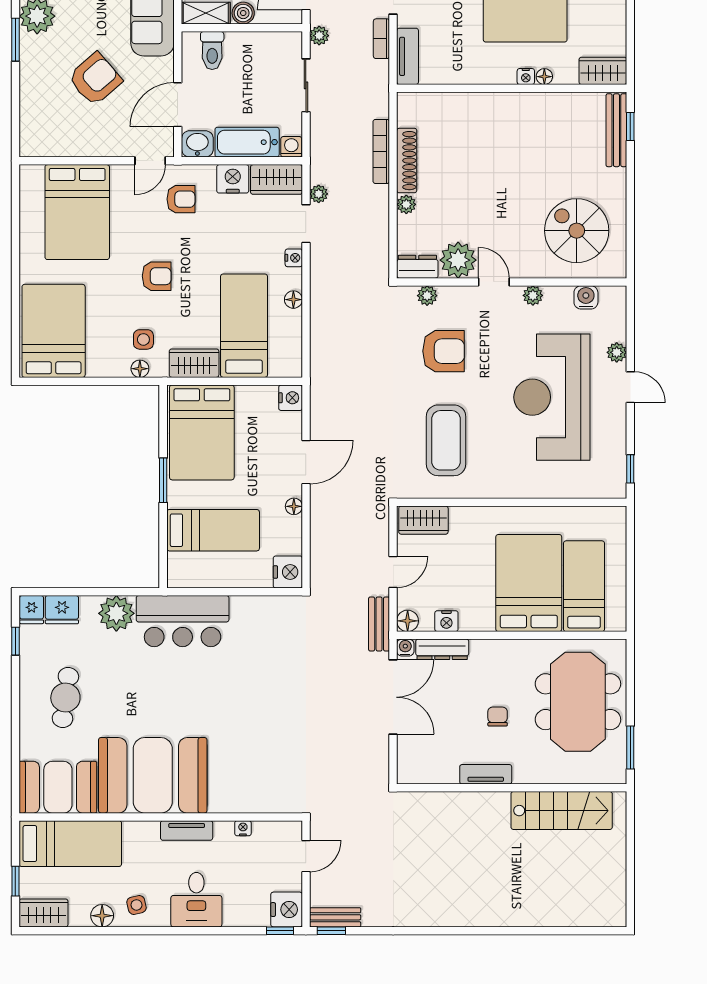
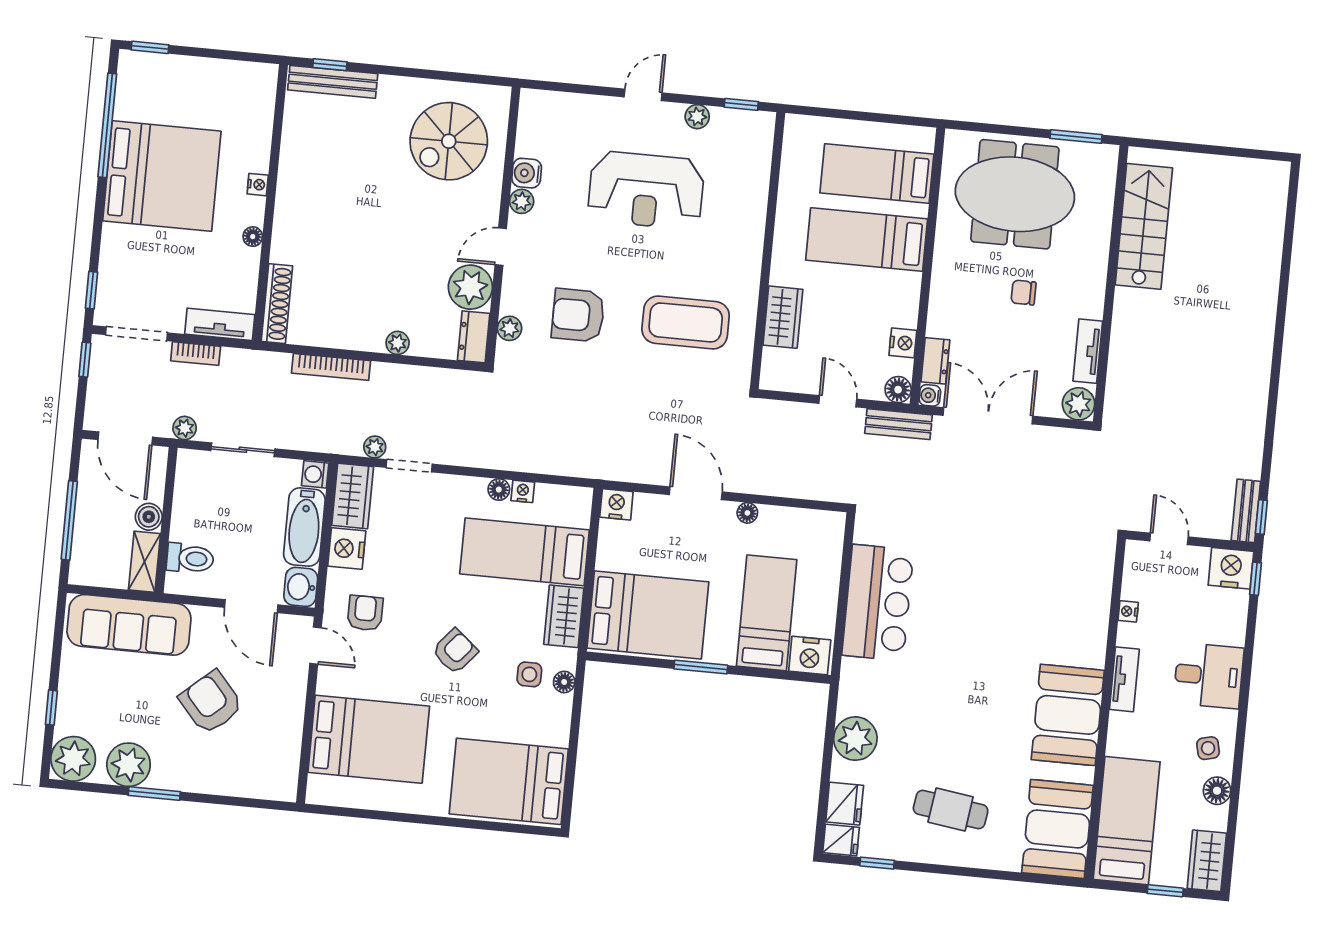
wardrobe: (603, 71) -> (260, 91), removed
floor lamp: (544, 77) -> (253, 237), moved
shoe rack: (407, 161) -> (277, 304), moved, turned 90
nightstand: (294, 258) -> (523, 491), moved
armchair: (157, 276) -> (455, 651), turned 40
water cooler: (586, 297) -> (527, 173), moved
armchair: (444, 351) -> (578, 315), turned -90
plant: (617, 352) -> (697, 117), moved
reception desk: (552, 397) -> (646, 190), width x0.74, depth x0.77
wardrobe: (423, 520) -> (783, 317), moved
nightstand: (288, 572) -> (810, 656), moved, turned 180
bed: (529, 583) -> (867, 240), width x0.67
bar counter: (183, 621) -> (878, 603), moved
dresser: (442, 649) -> (935, 361), width x0.70
plant: (410, 771) -> (1079, 404), added
tv unit: (486, 774) -> (1088, 351), moved
booth: (153, 775) -> (1068, 715), width x0.73, depth x0.70

